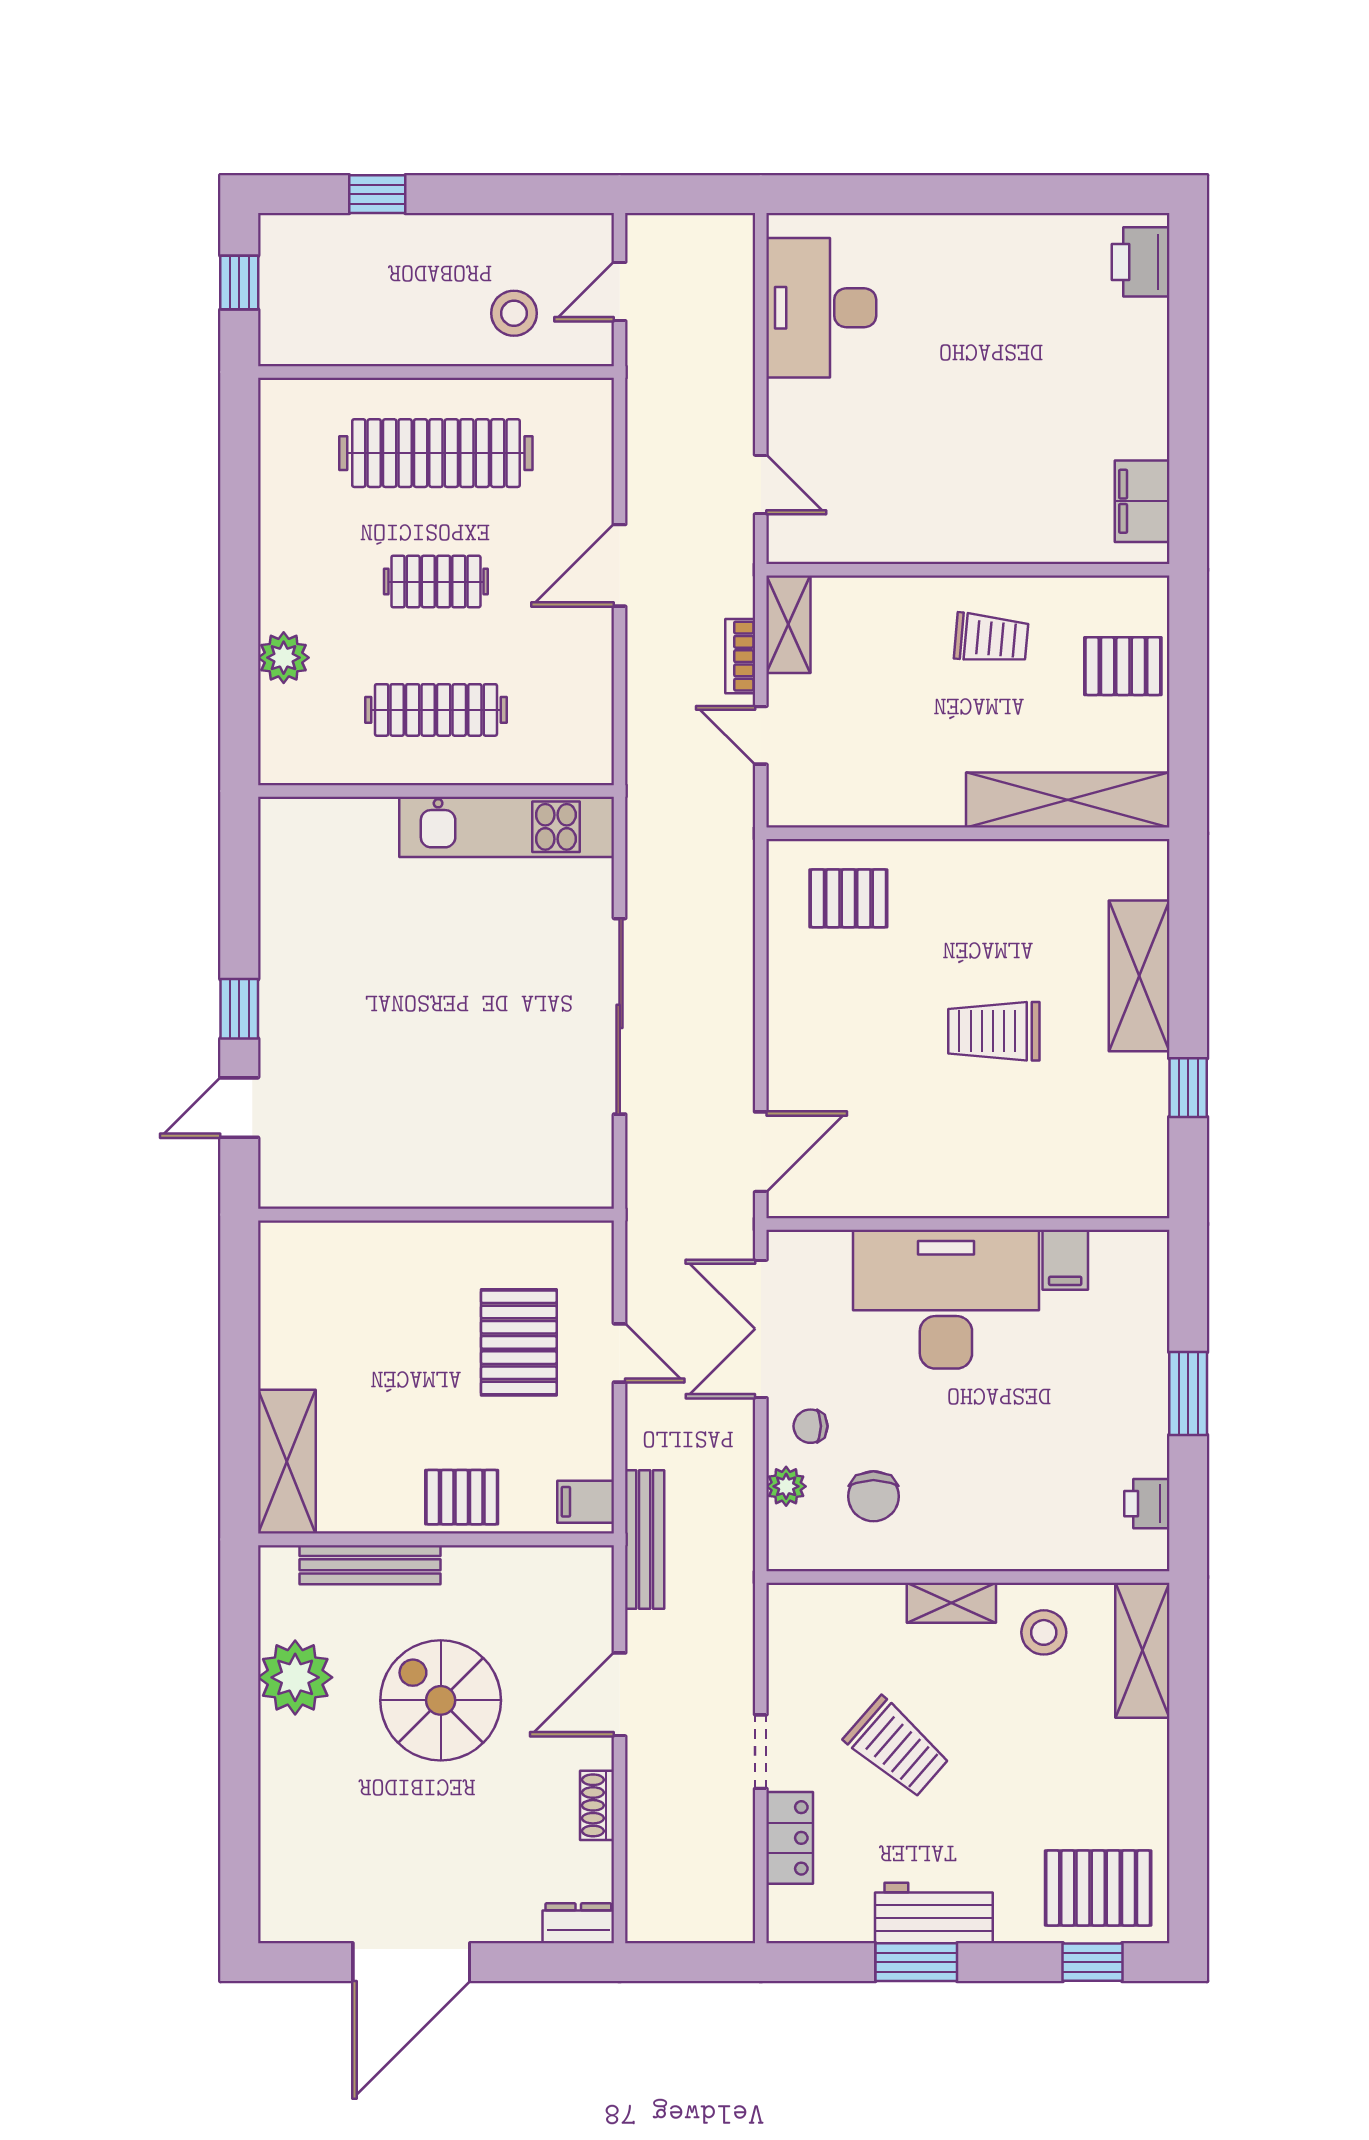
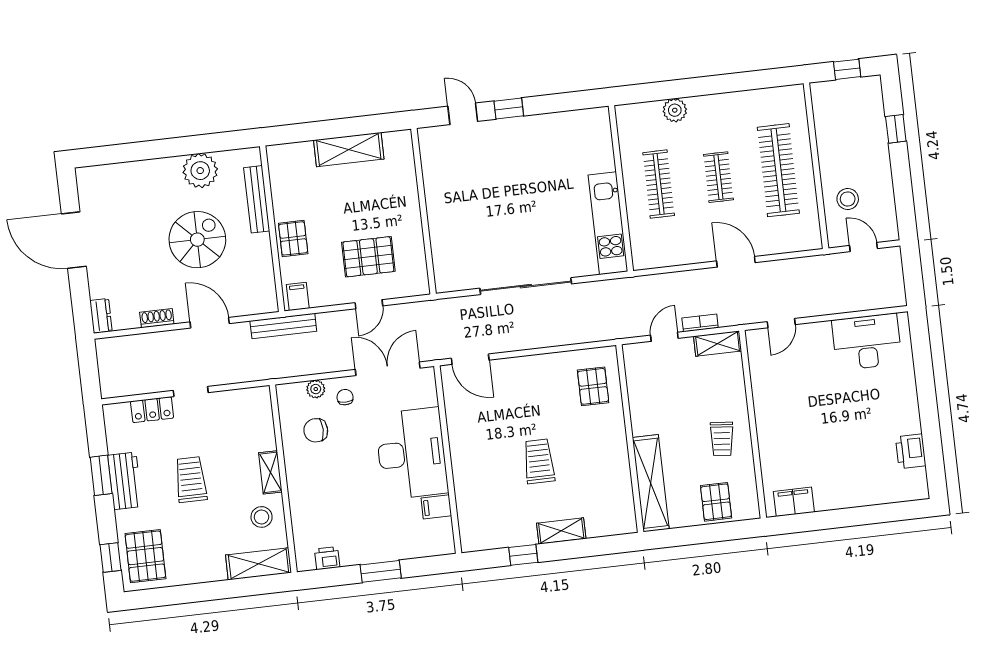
printer: (1141, 262) -> (911, 451), moved, turned -90
shelving: (1139, 976) -> (561, 531), width x0.67, depth x0.75
shelving: (287, 1462) -> (349, 149), moved
trolley: (897, 1748) -> (191, 480), moved, turned 139

